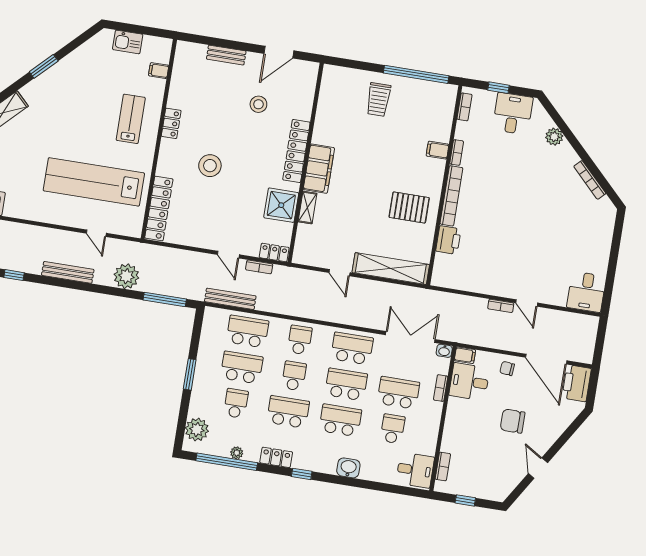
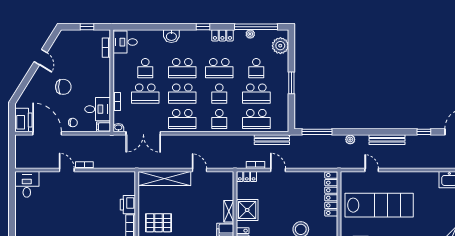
plant: (126, 276) -> (350, 139), width x0.53, depth x0.53

